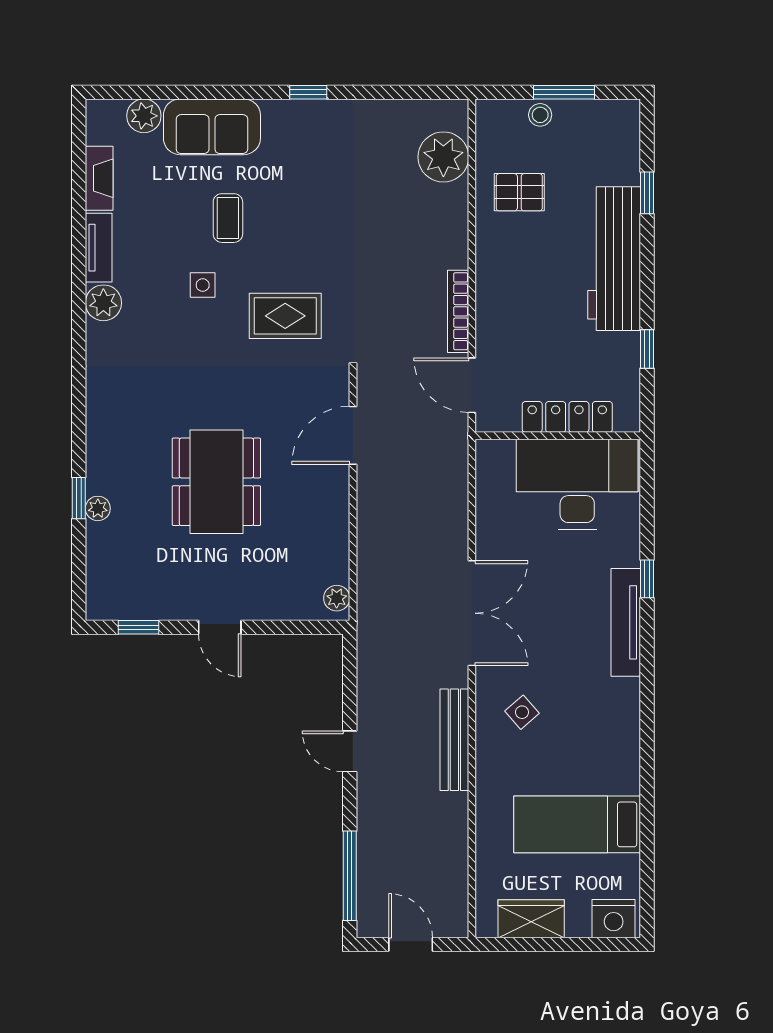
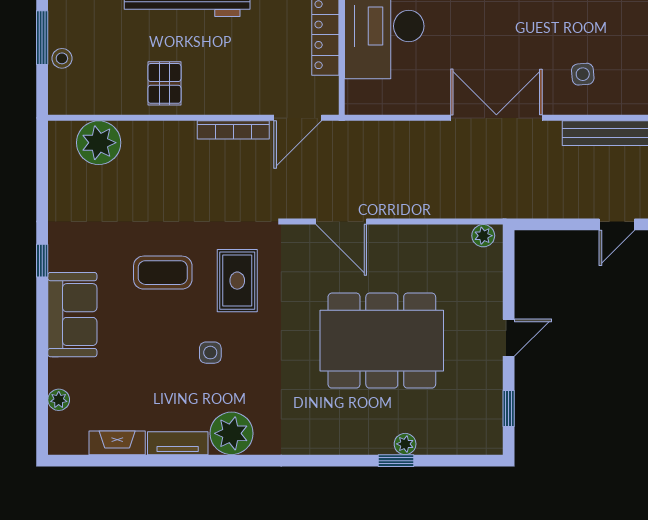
plant: (144, 116) -> (59, 400), width x0.73, depth x0.73
sofa: (212, 127) -> (72, 315), moved
pallet: (519, 192) -> (164, 83), moved
coffee table: (228, 218) -> (163, 273), moved, width x1.36, depth x1.30
plant: (103, 303) -> (231, 433), width x1.36, depth x1.36
dining table: (216, 482) -> (382, 341), width x1.36, depth x1.24
side table: (522, 712) -> (583, 74), turned 36

